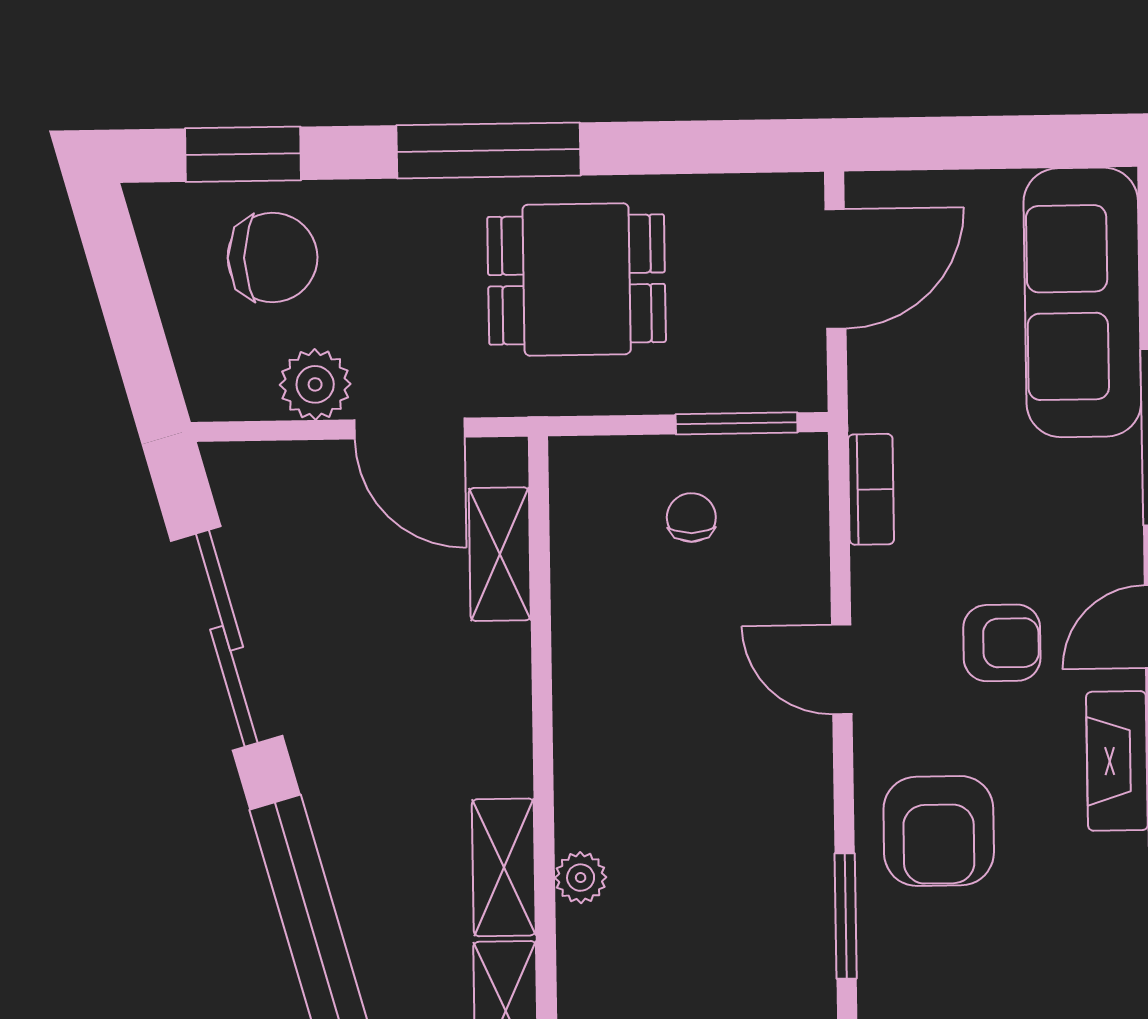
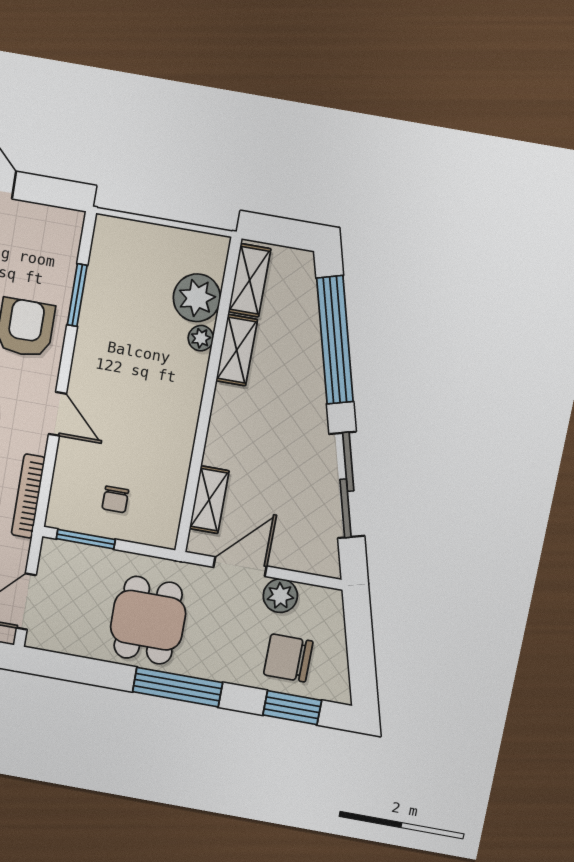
dining table: (577, 279) -> (148, 620), turned 90
door: (410, 428) -> (240, 567), hinge flipped
bookcase: (871, 489) -> (28, 496), width x1.56
plant: (604, 956) -> (197, 298), added

